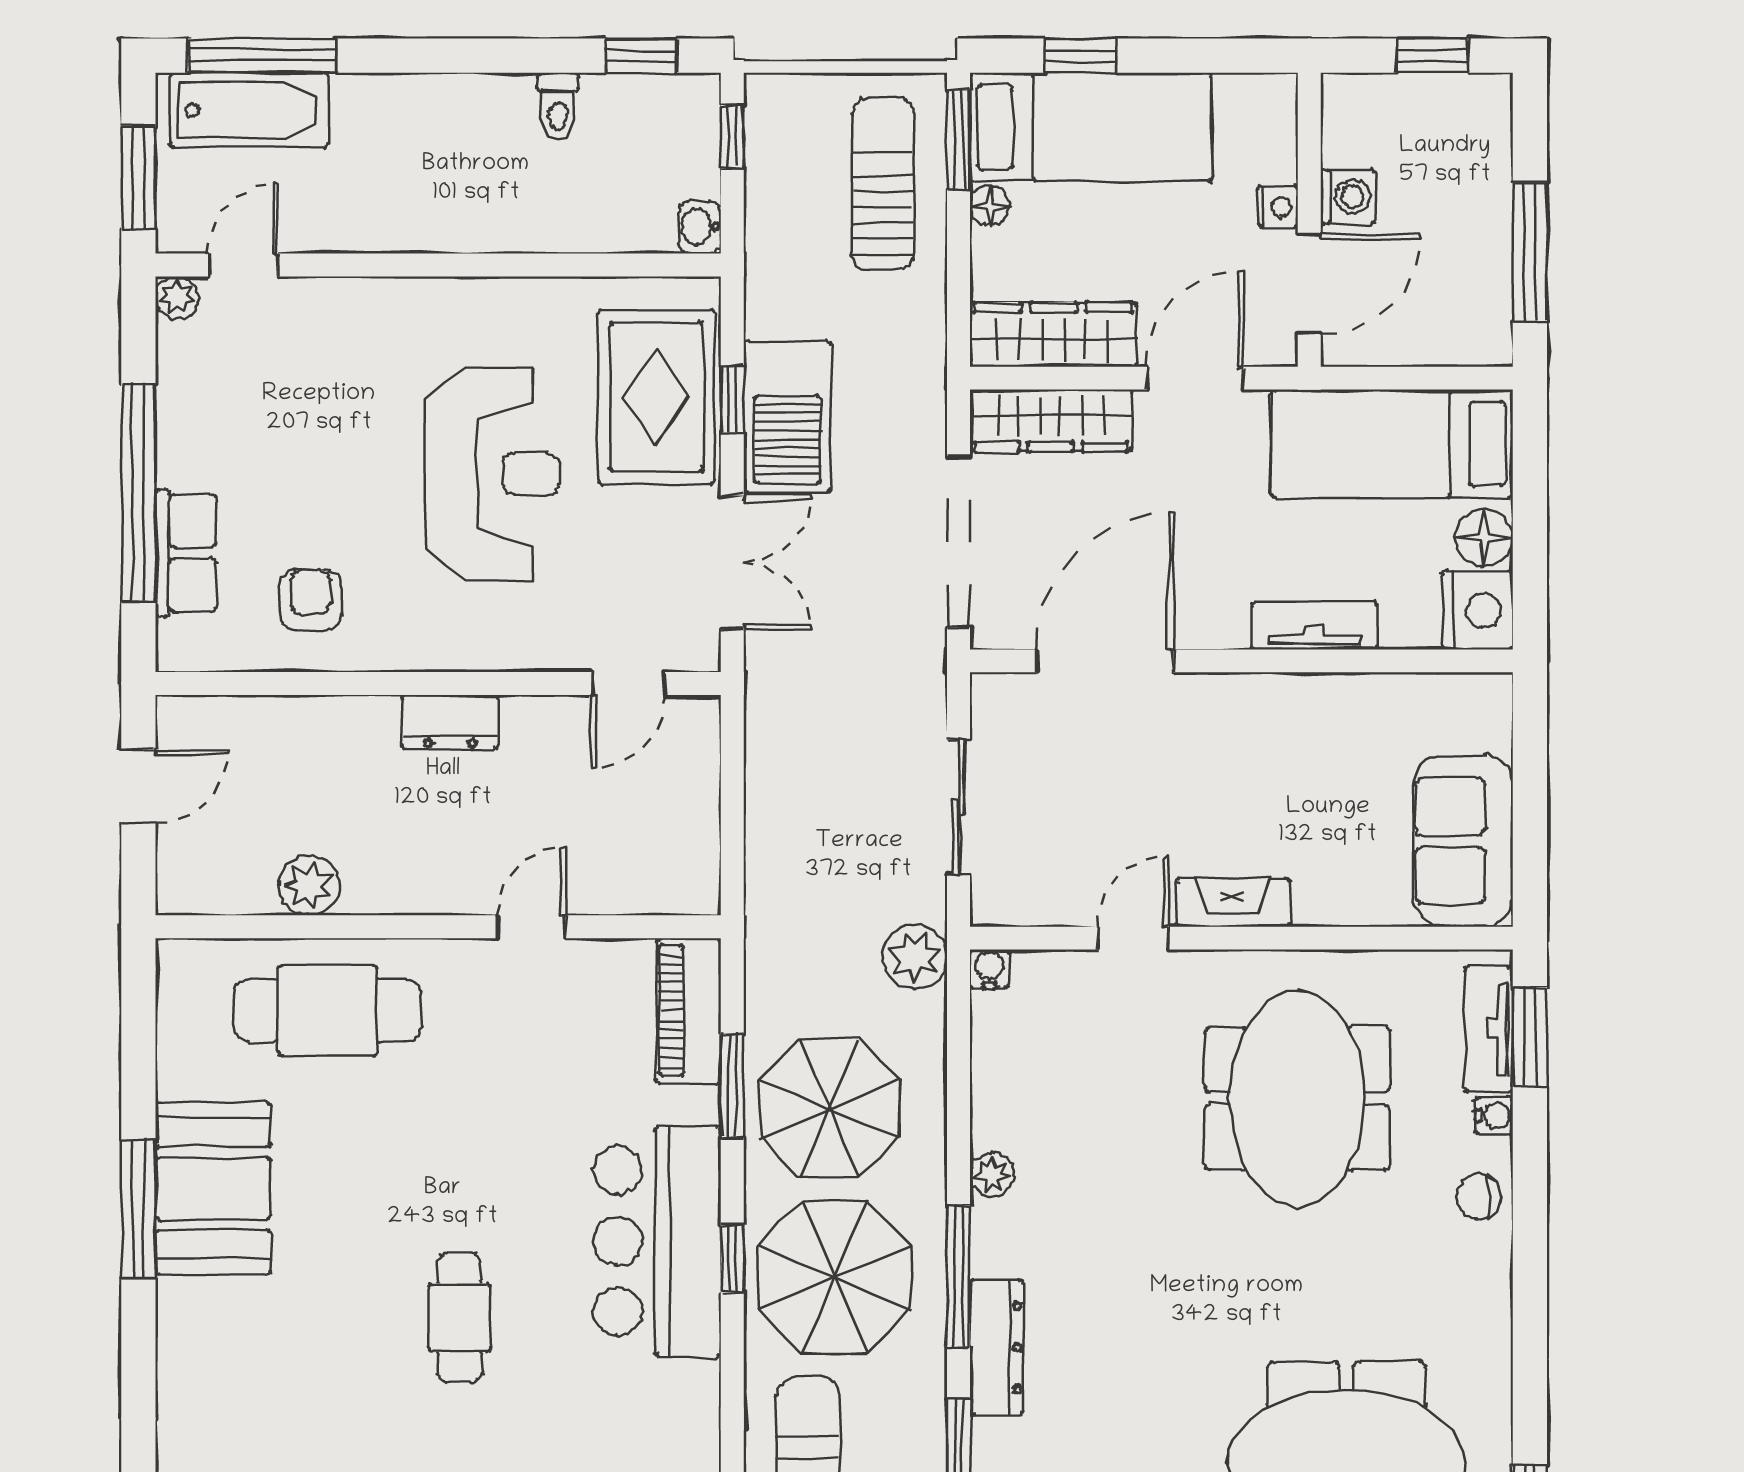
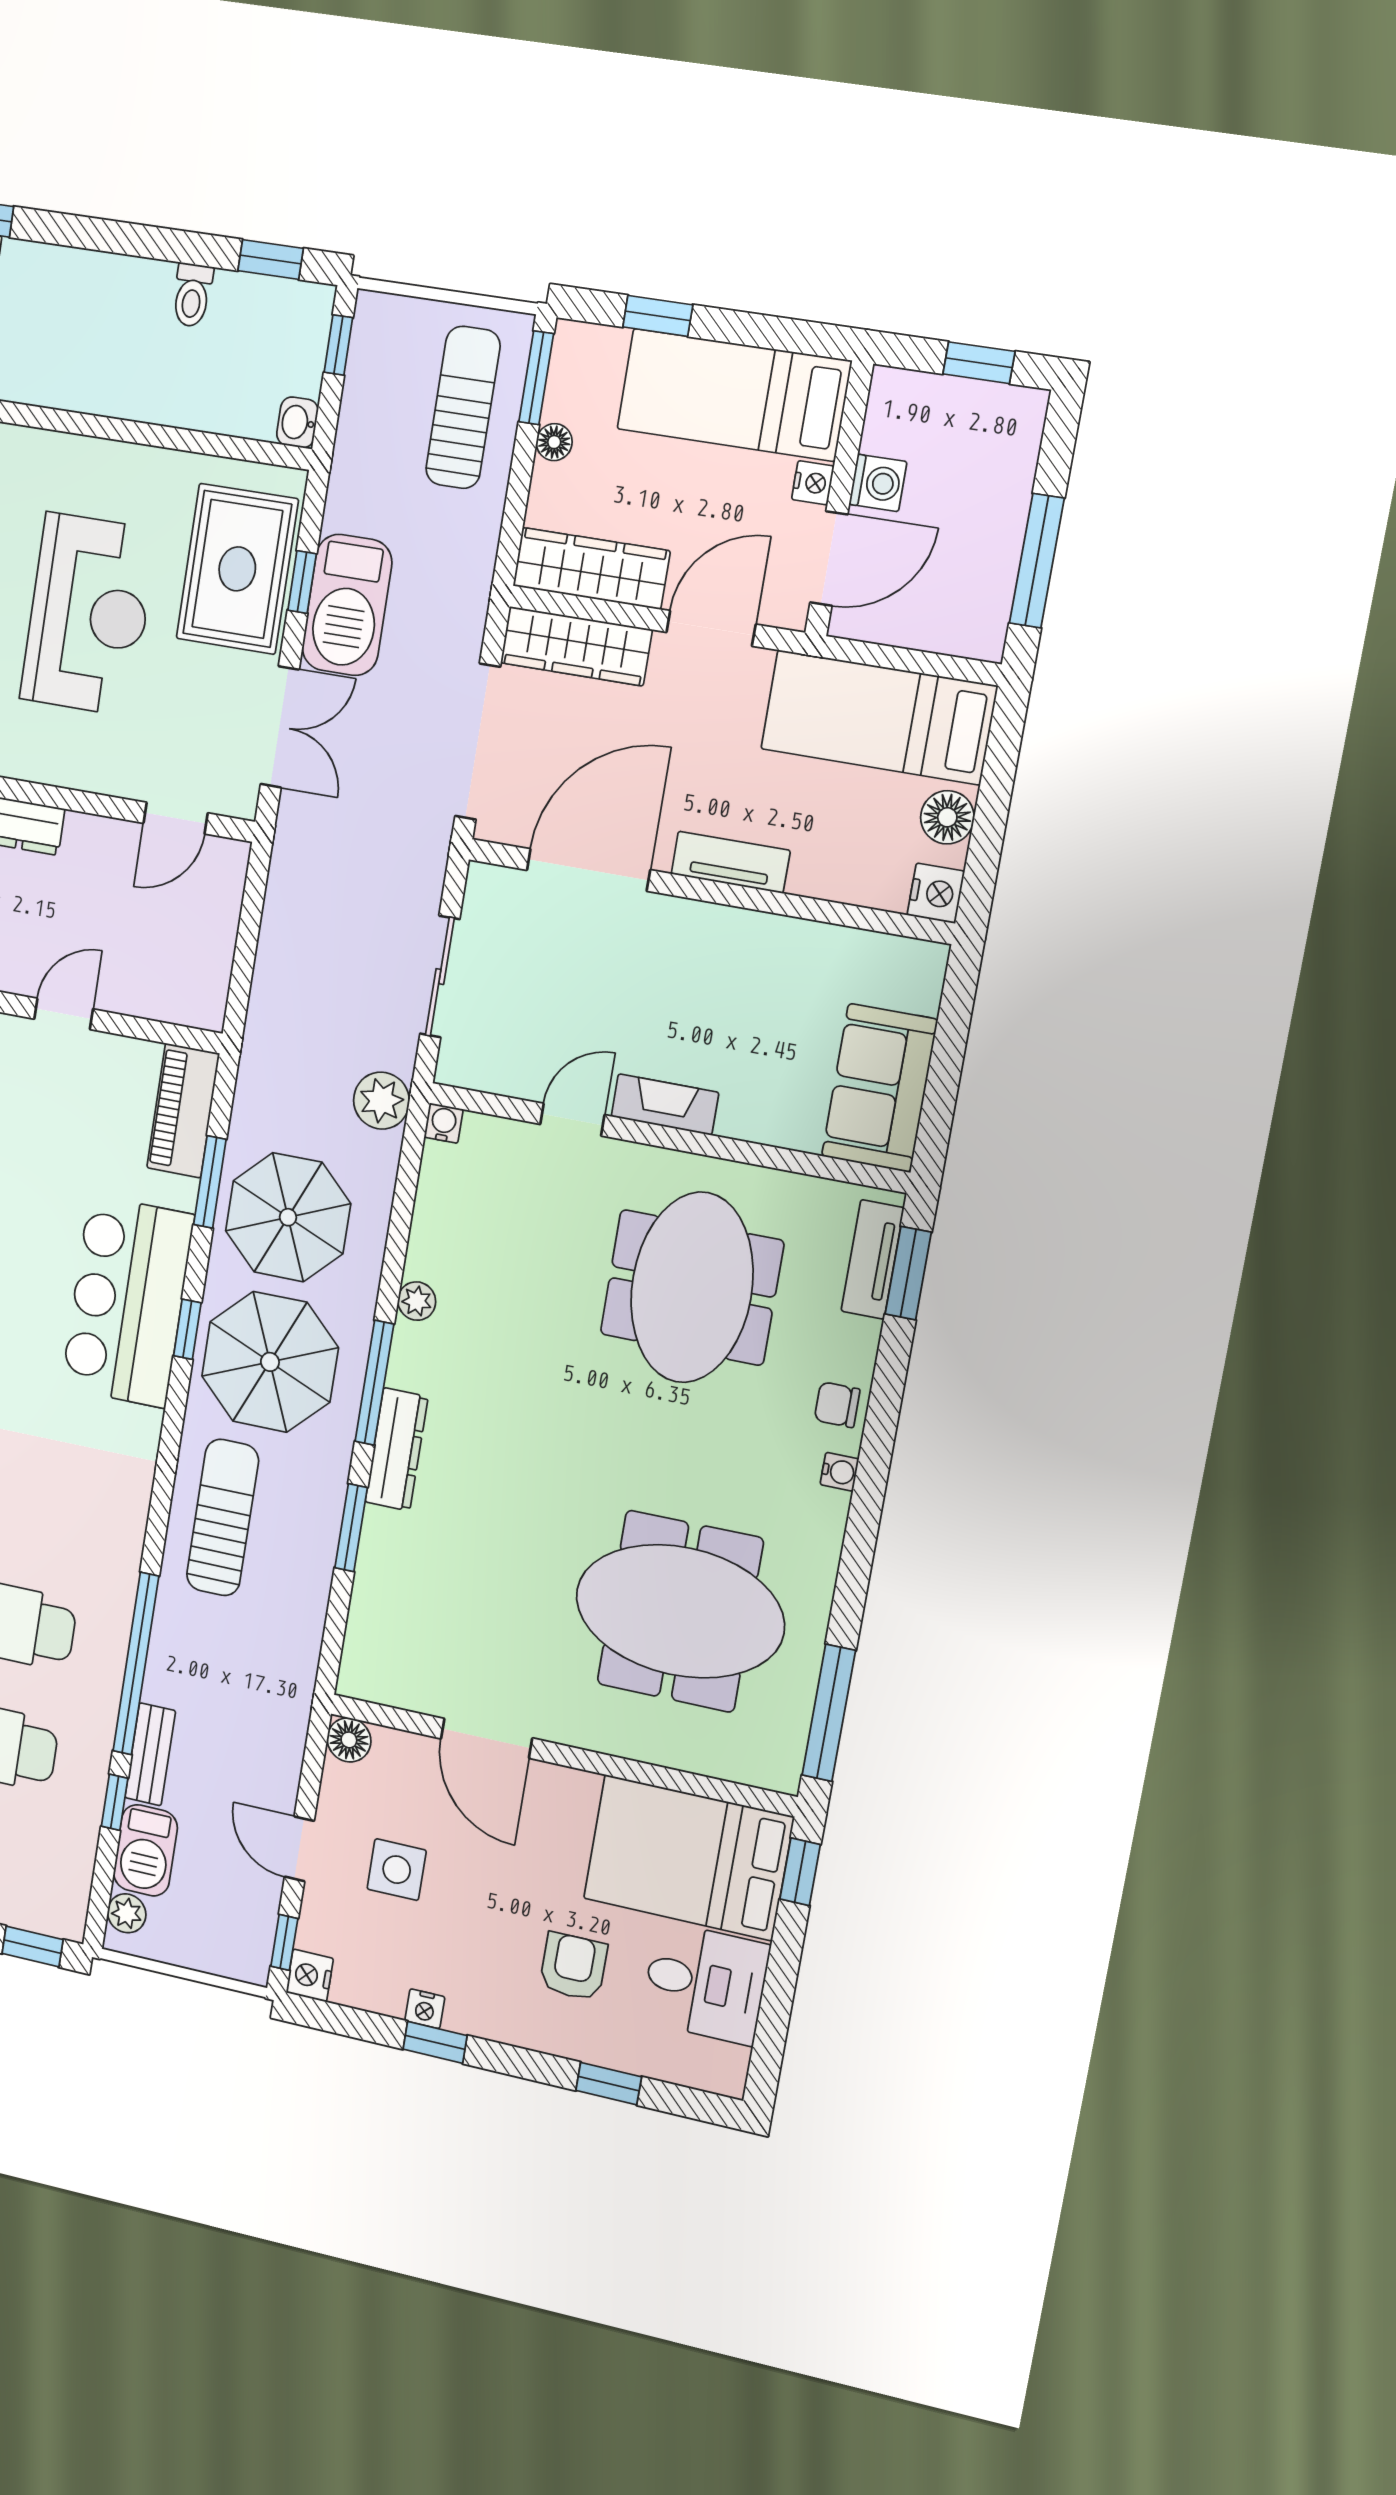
bed: (1091, 127) -> (734, 395), moved, turned 180
nightstand: (1478, 610) -> (936, 893), width x0.74, depth x0.75
tv unit: (1314, 626) -> (731, 862), moved
water cooler: (1494, 1116) -> (839, 1472), moved

